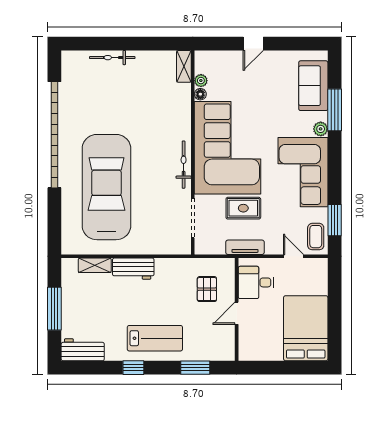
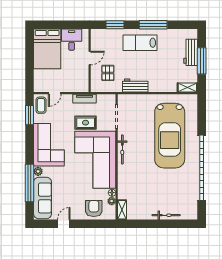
door: (253, 44) -> (64, 224), moved
armchair: (230, 68) -> (94, 208), added
sofa: (313, 86) -> (43, 198), width x1.36
window: (335, 110) -> (30, 183), width x1.46
door: (294, 256) -> (55, 93), hinge flipped
shelving: (95, 265) -> (187, 88), moved
workbench: (133, 269) -> (135, 85), moved
desk: (256, 282) -> (72, 40), moved, turned -90
workbench: (83, 350) -> (191, 52), moved, turned 90
window: (133, 368) -> (153, 25), width x2.17

